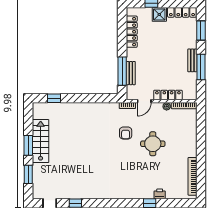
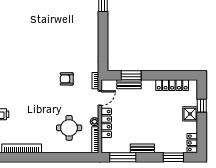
locker: (182, 12) -> (192, 143), width x0.66
window: (201, 67) -> (123, 157), moved
window: (122, 71) -> (131, 75), width x0.69
door: (144, 101) -> (100, 98), swing flipped
round table: (153, 144) -> (69, 128), moved

